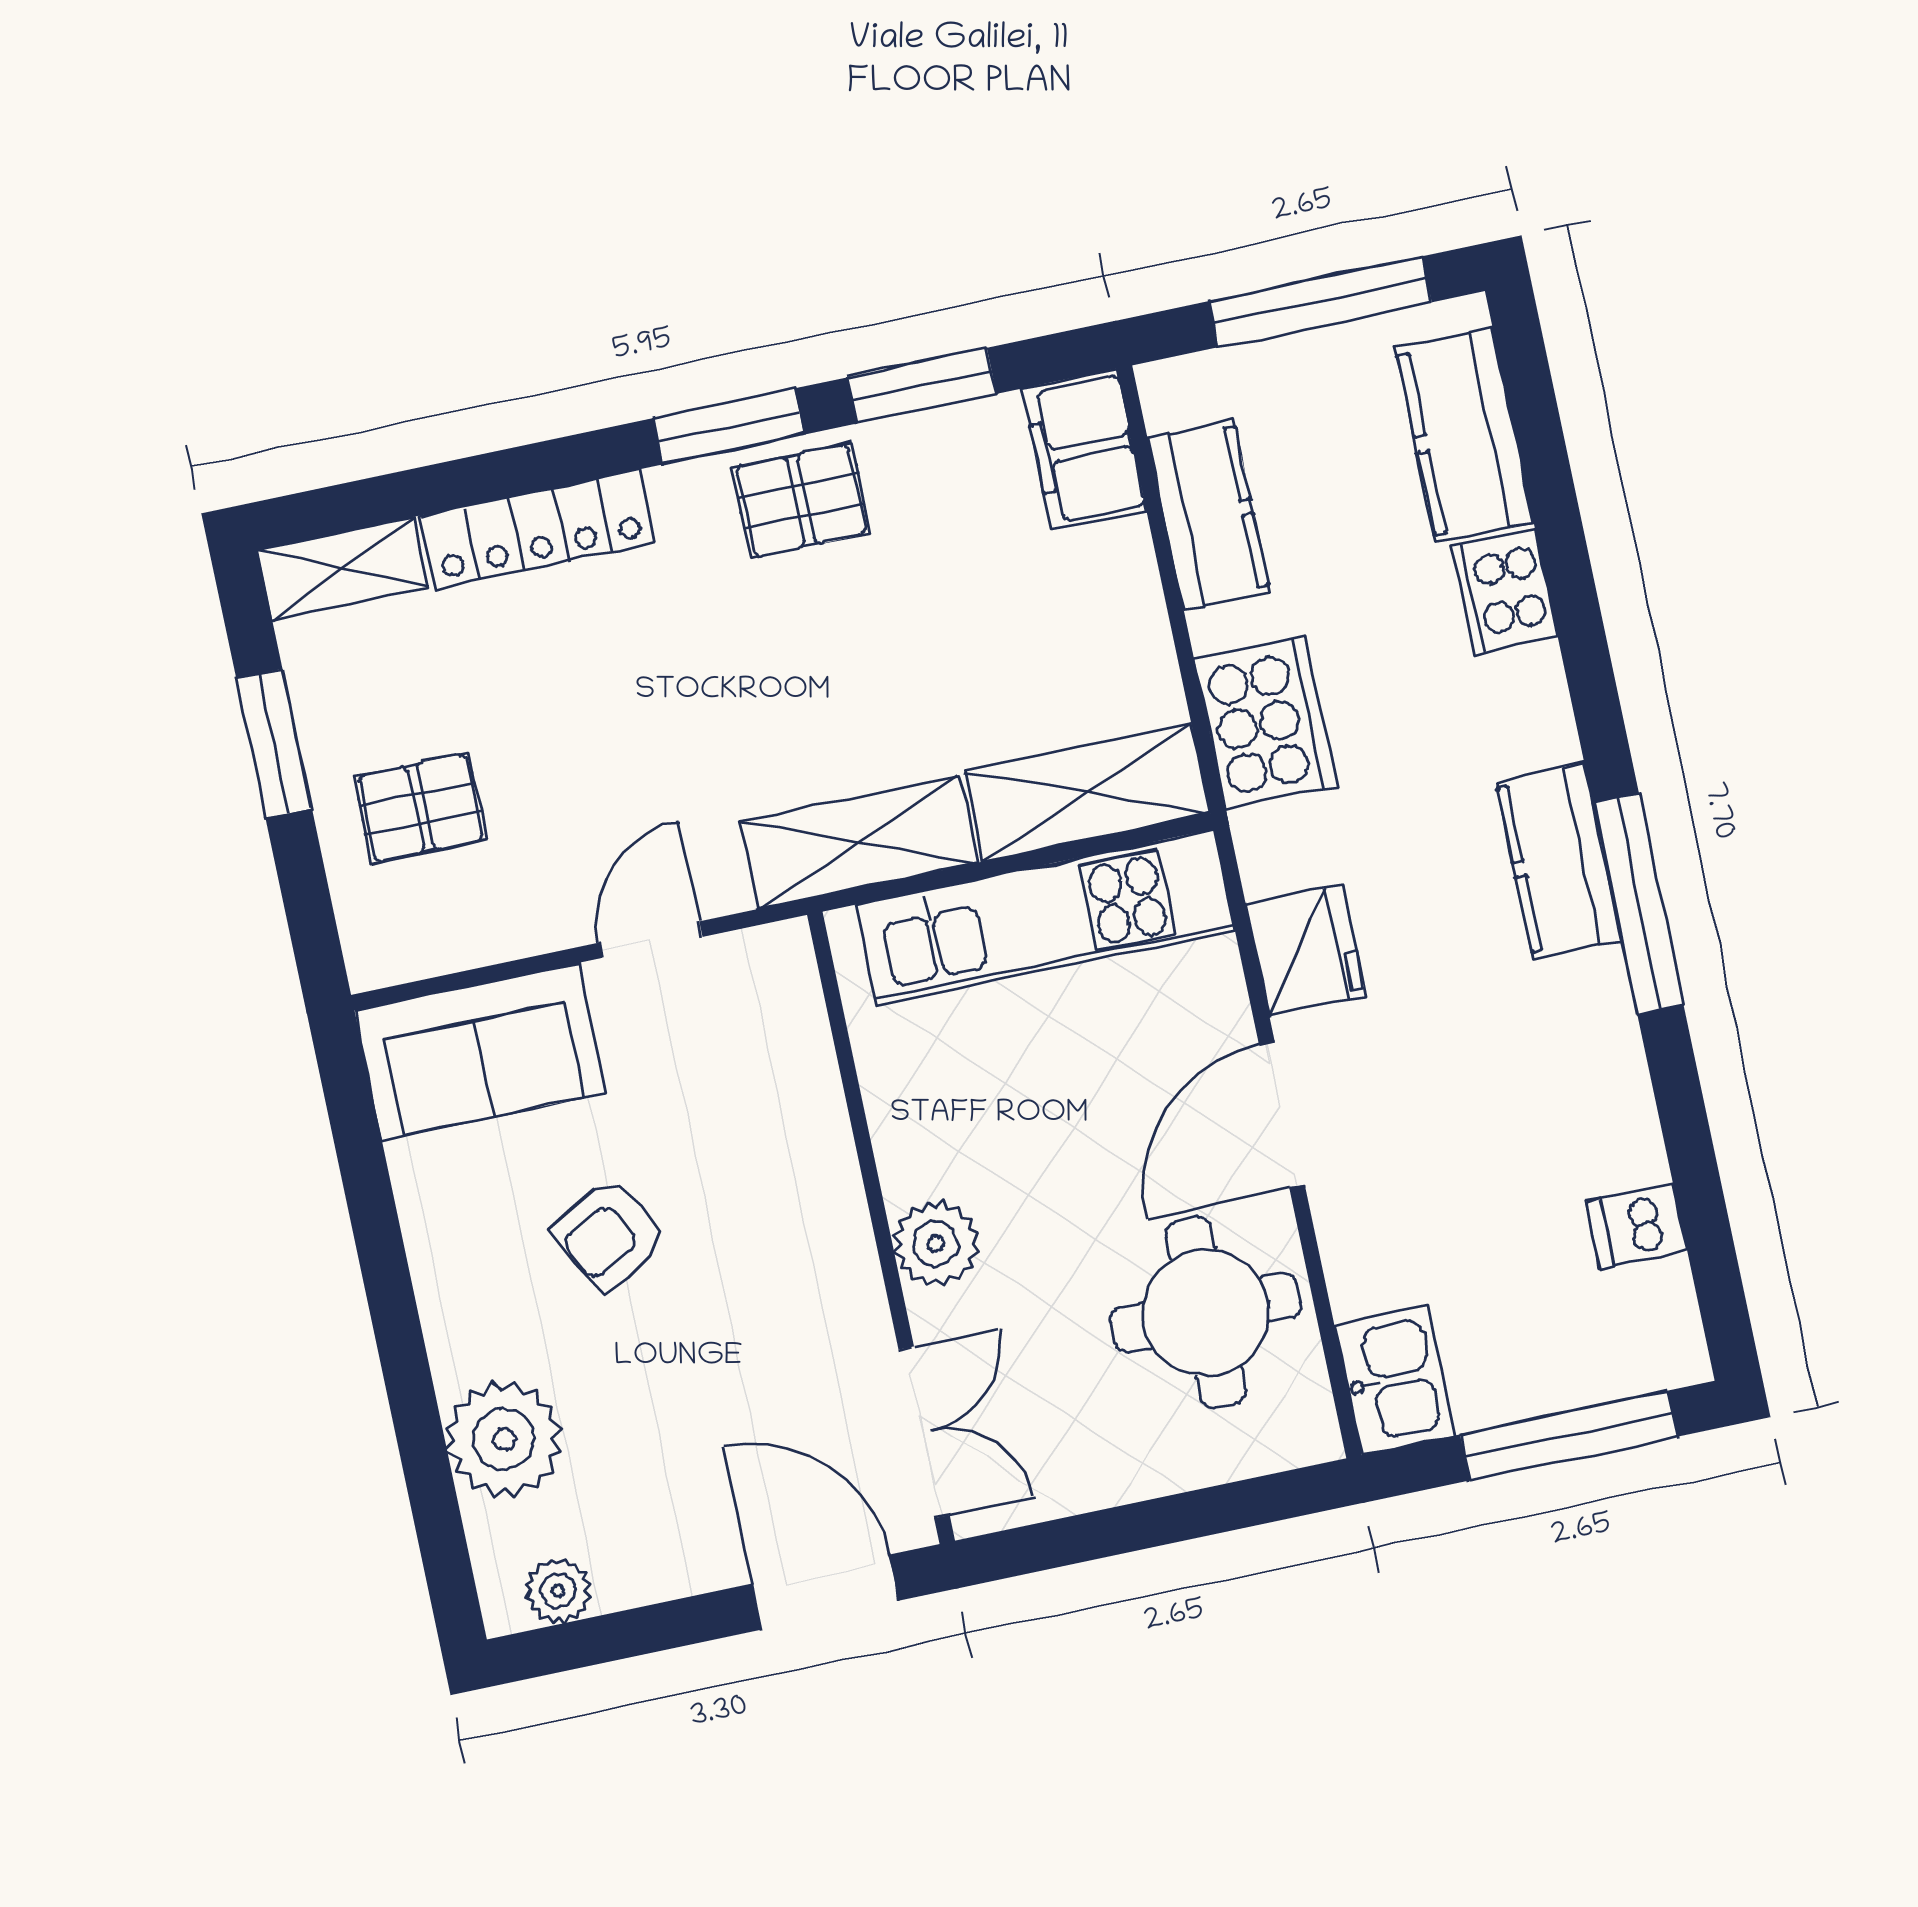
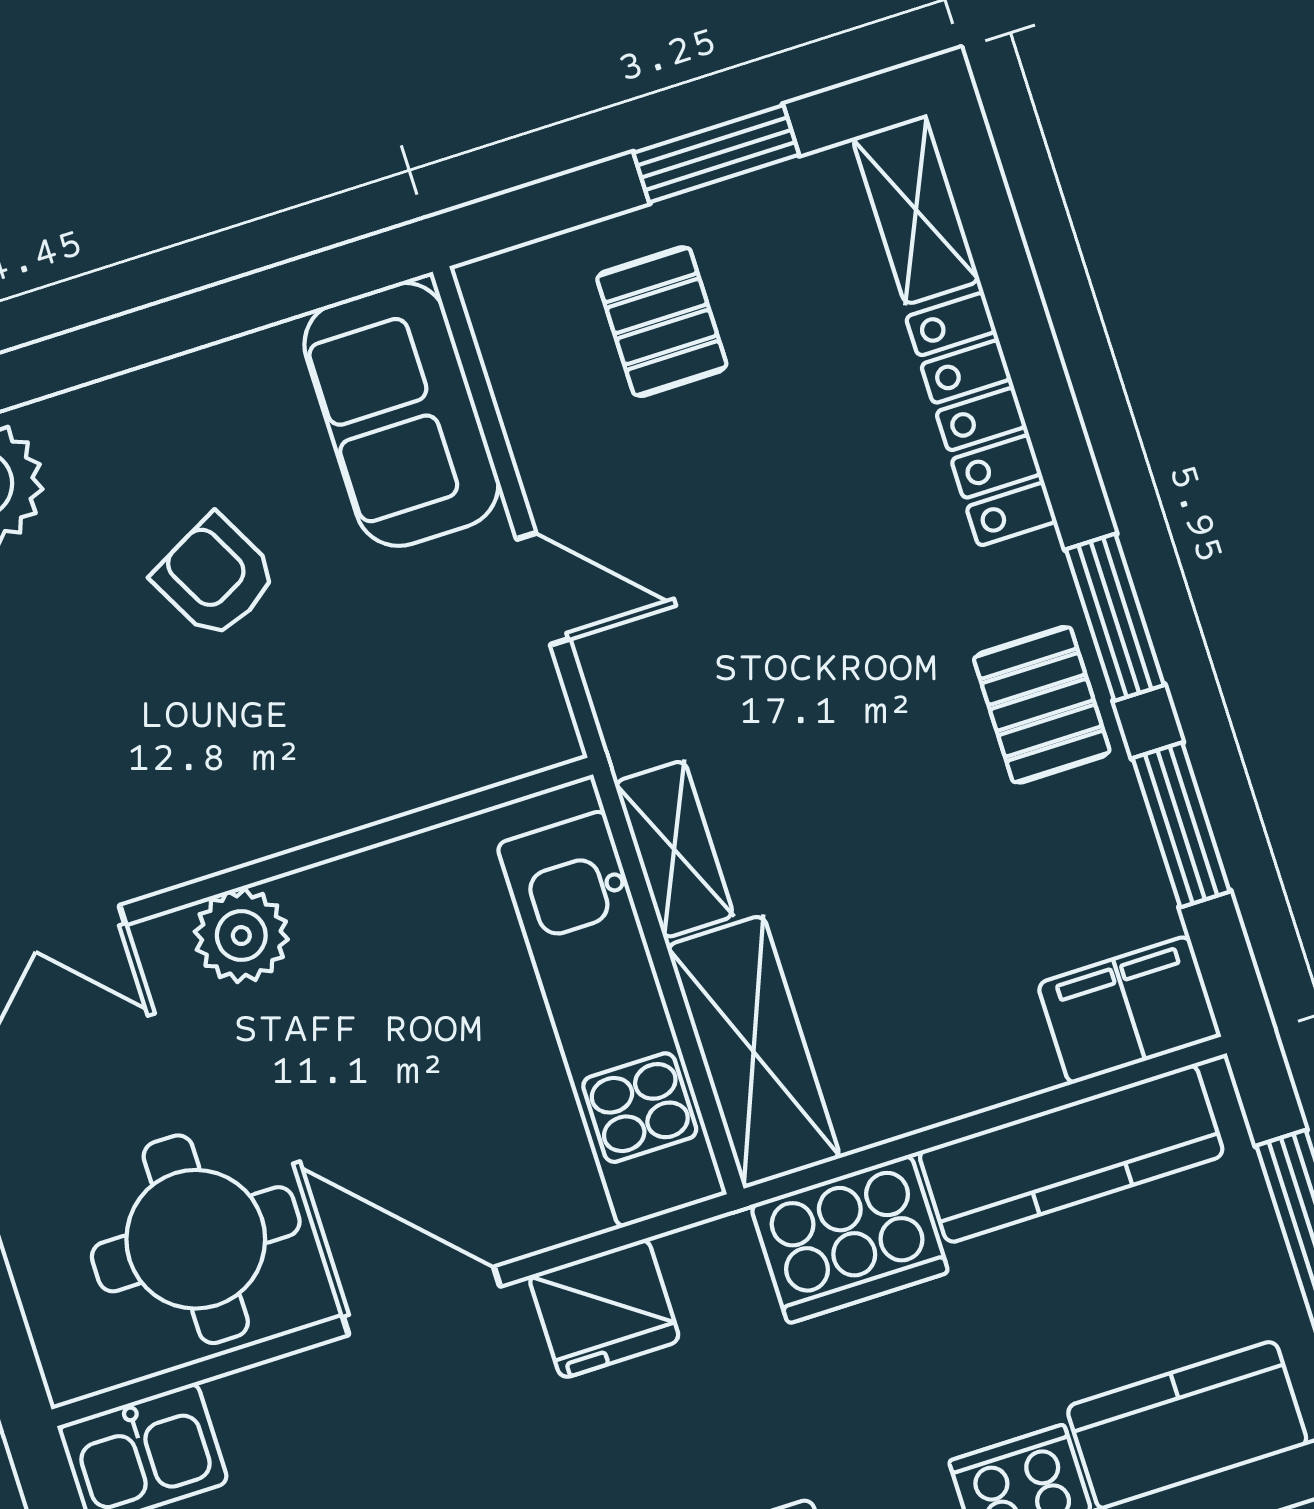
kitchen counter: (1209, 515) -> (1071, 1154), width x1.50
shelving: (859, 842) -> (674, 849), width x0.67, depth x0.75

